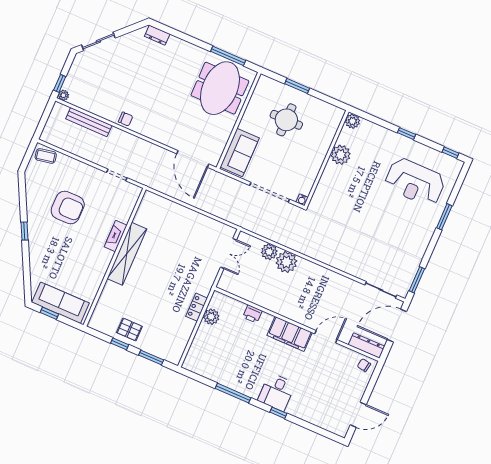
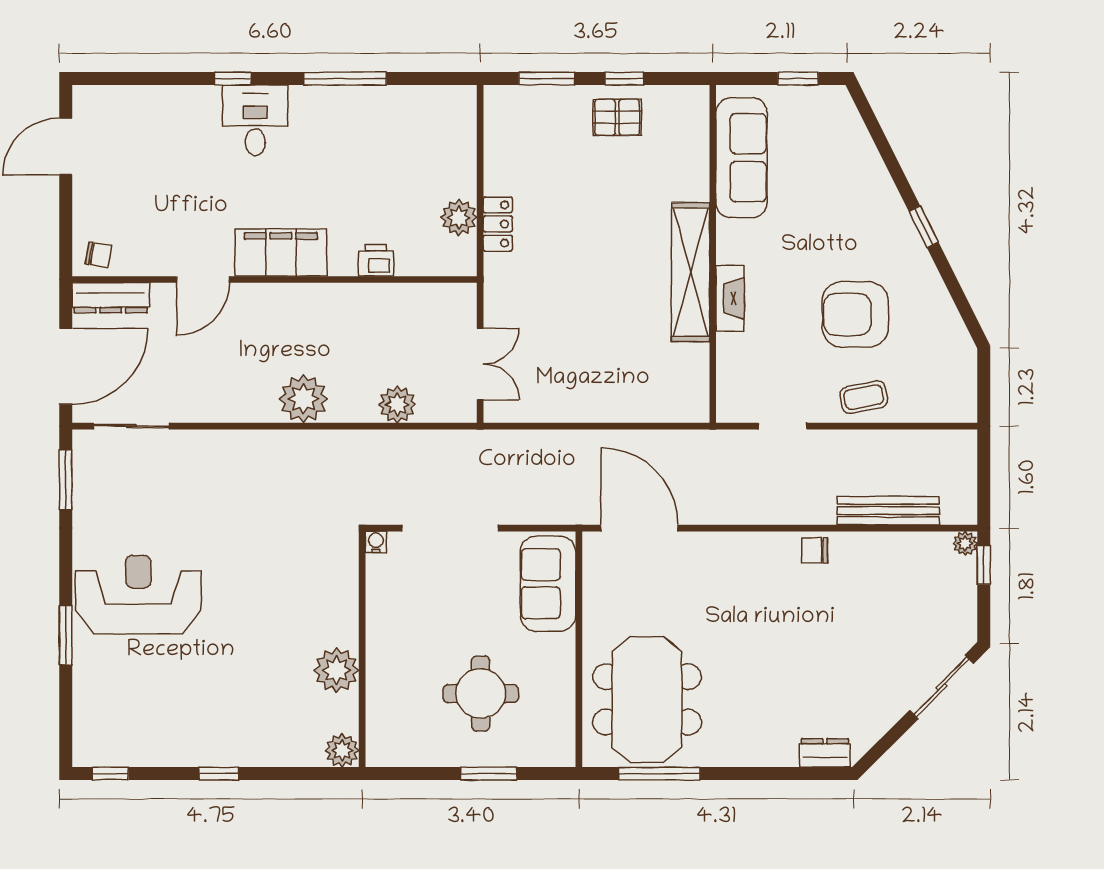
coffee table: (46, 156) -> (864, 397), moved
reception desk: (415, 182) -> (138, 594), moved
double door: (228, 254) -> (480, 364), swing flipped
plant: (286, 262) -> (303, 399), moved
sofa: (60, 303) -> (742, 158), moved, turned -90

